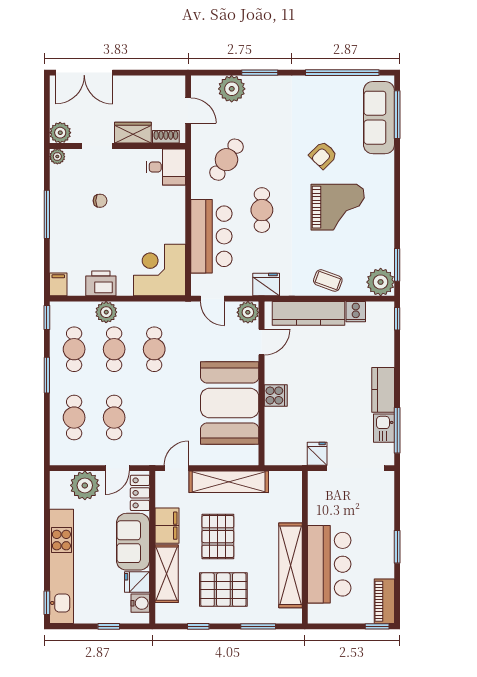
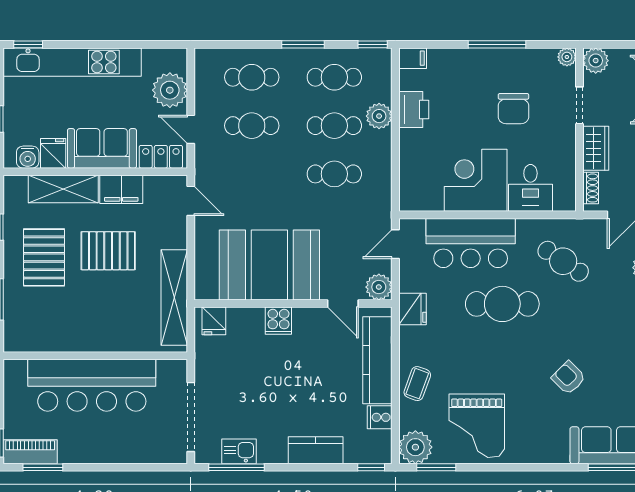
desk: (166, 167) -> (530, 188), moved
chair: (100, 201) -> (513, 109), width x1.87, depth x1.87
grand piano: (338, 207) -> (477, 426), moved
cafe table: (262, 210) -> (502, 304), width x1.37, depth x1.35
corner desk: (159, 270) -> (476, 180), moved, turned -90
kitchen counter: (383, 390) -> (316, 450), moved
fridge: (317, 454) -> (214, 321), moved, turned 90
shelving: (229, 482) -> (174, 298), moved
window: (397, 547) -> (43, 467), moved
bar counter: (329, 564) -> (92, 385), width x1.36
shelving: (290, 565) -> (73, 338), removed

